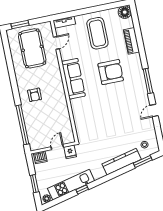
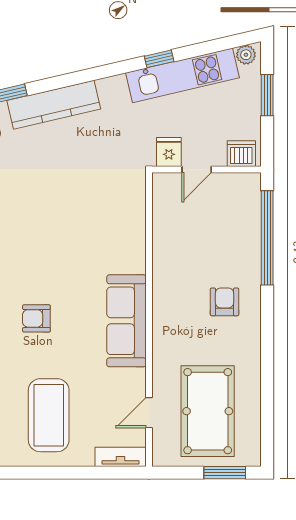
armchair: (111, 72) -> (36, 318), width x0.53, depth x0.53

